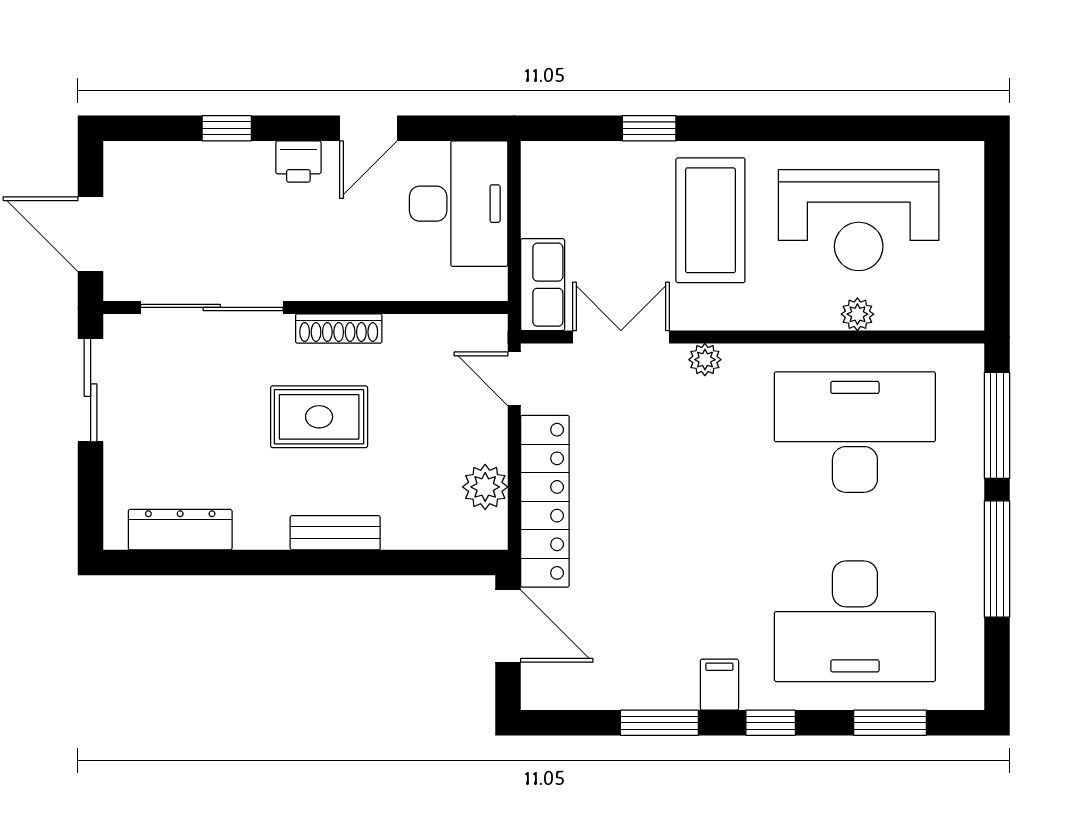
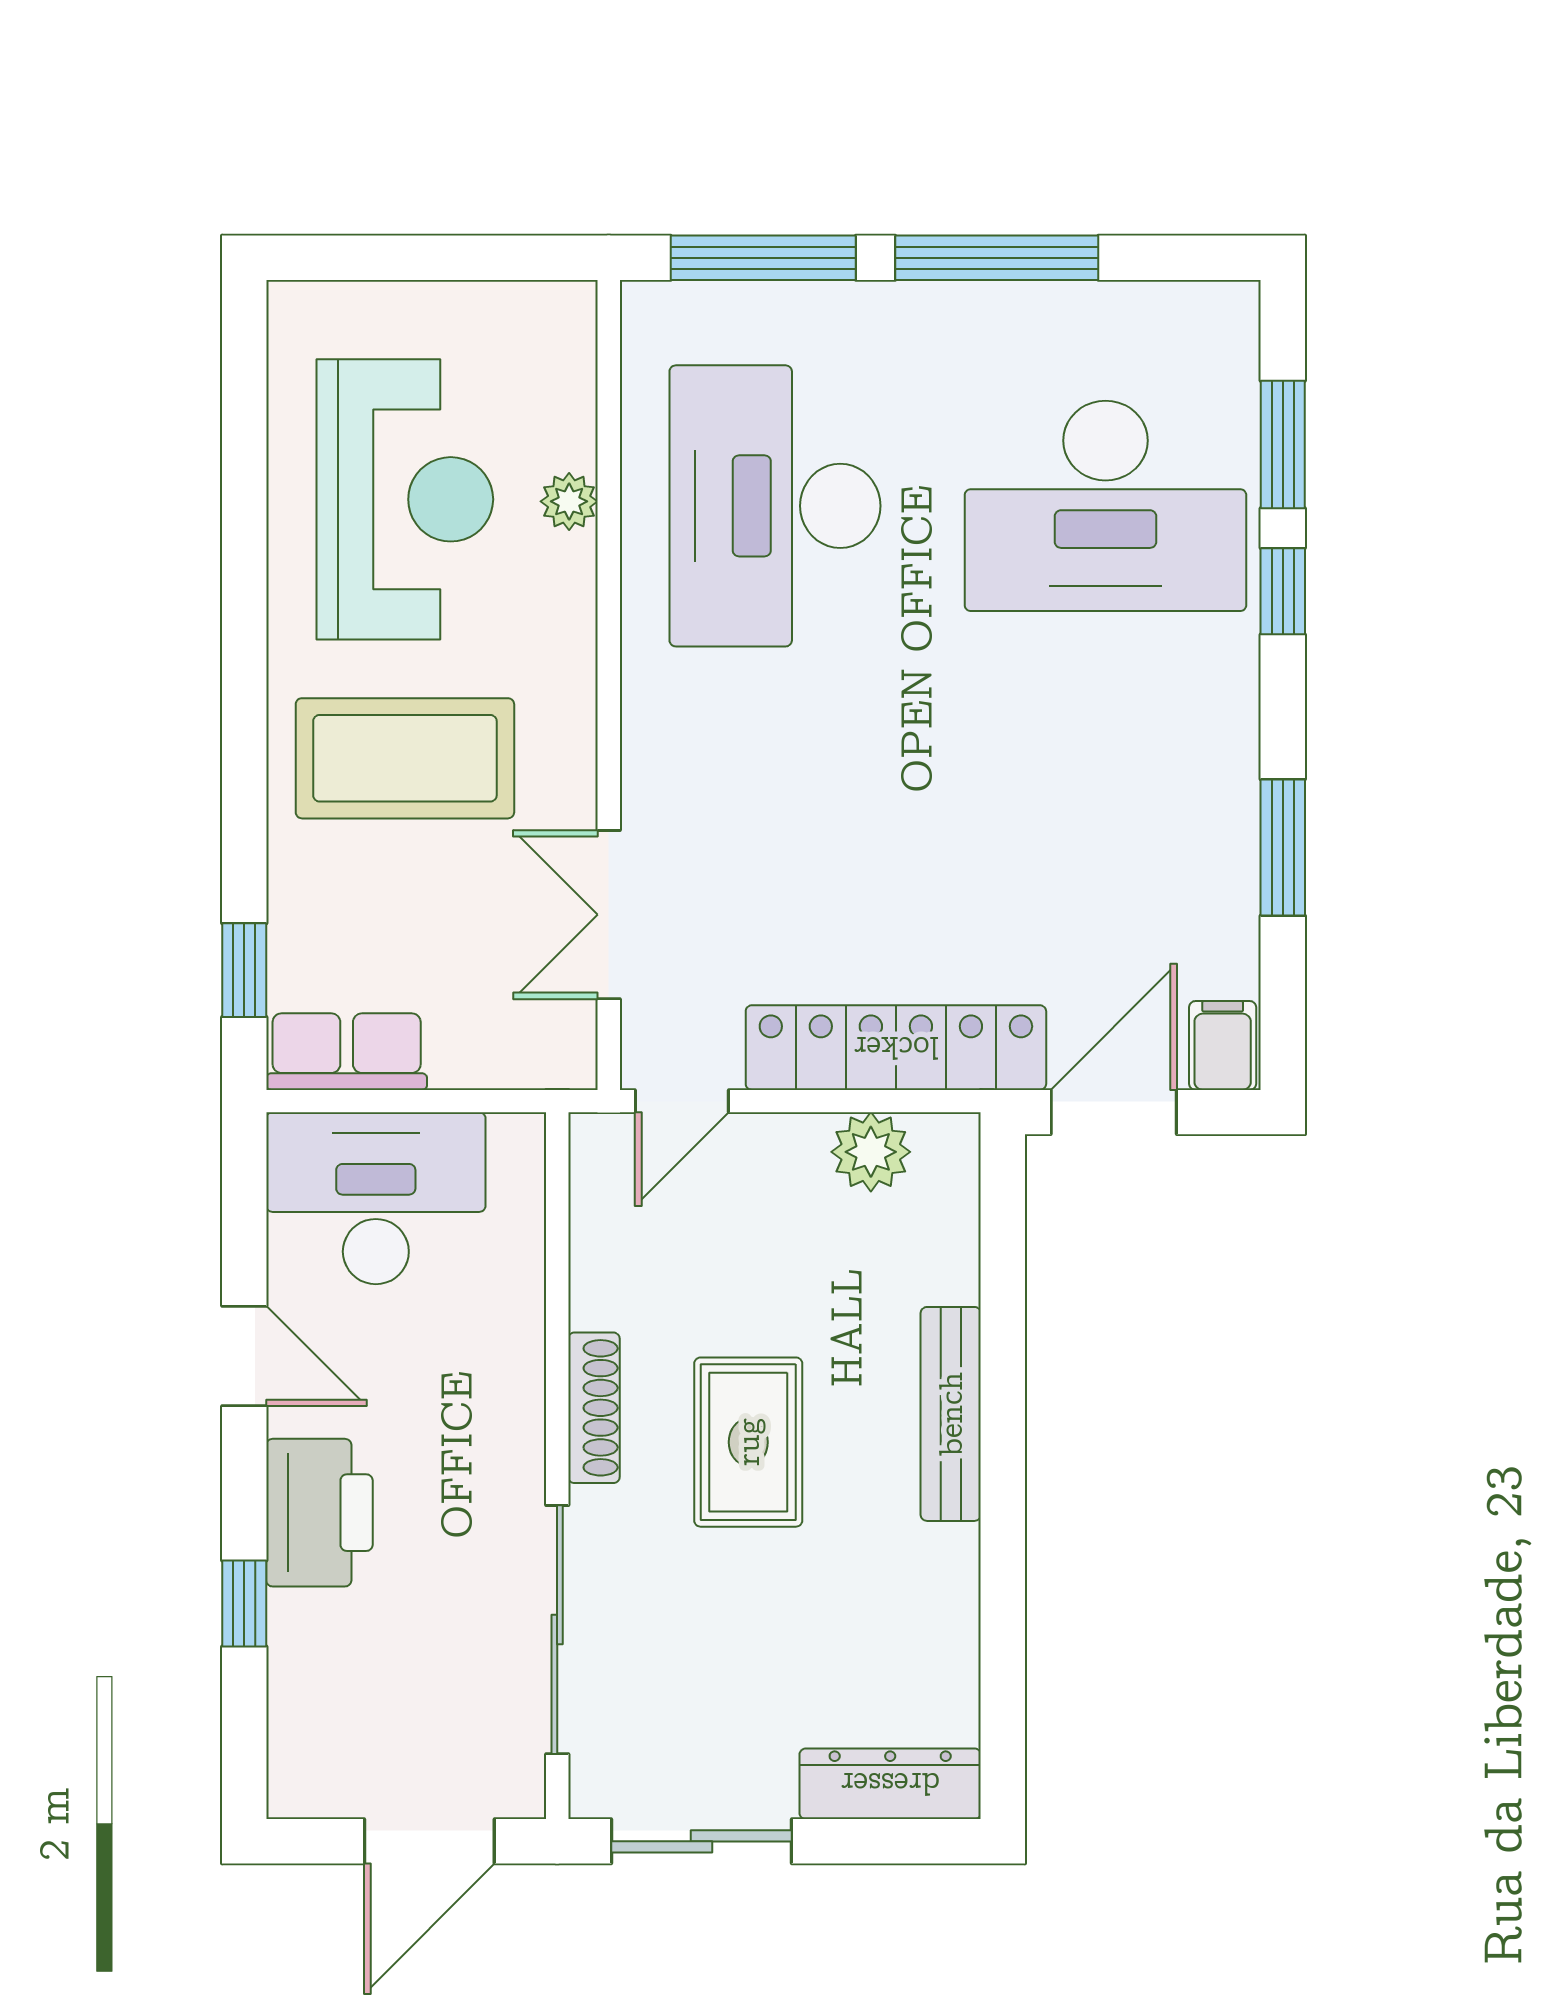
window: (649, 128) -> (244, 970), moved
printer: (298, 161) -> (319, 1513), width x1.87, depth x1.48
row of seats: (543, 285) -> (347, 1052), moved
plant: (705, 360) -> (648, 768), removed
dresser: (180, 530) -> (890, 1784), moved, turned 90
bench: (335, 533) -> (951, 1414), width x1.36
desk: (855, 621) -> (1105, 506), turned 90
filing cabinet: (719, 685) -> (1223, 1045), moved, turned 90
window: (771, 723) -> (1283, 591), moved

